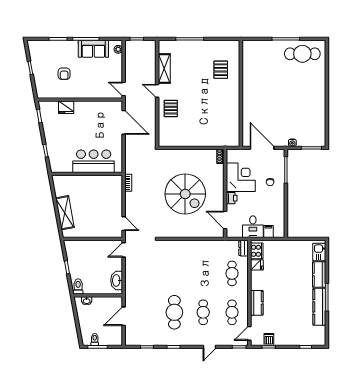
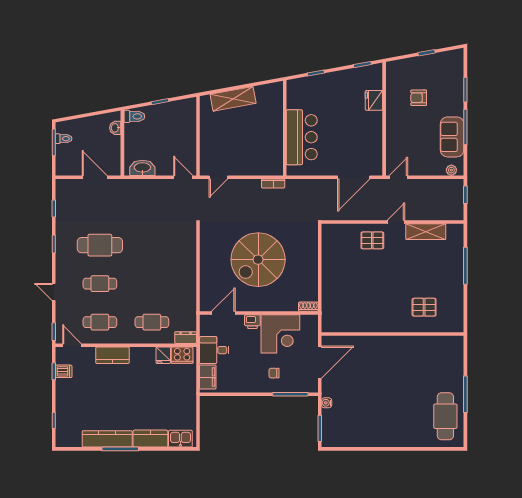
filing cabinet: (268, 232) -> (208, 377), width x2.00

